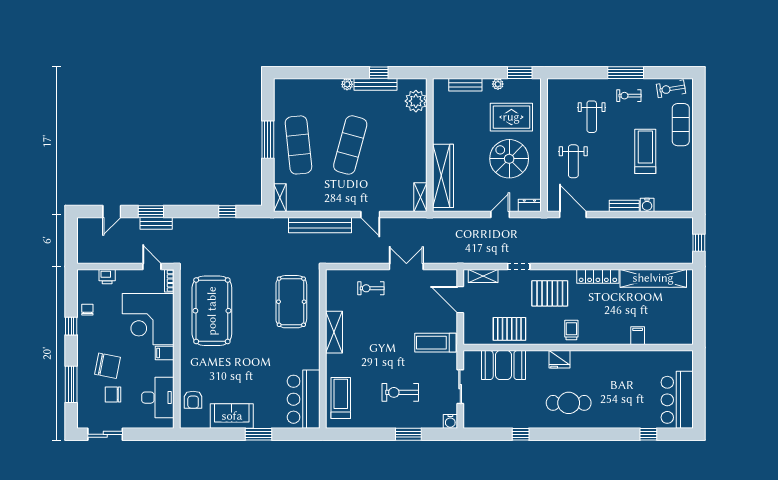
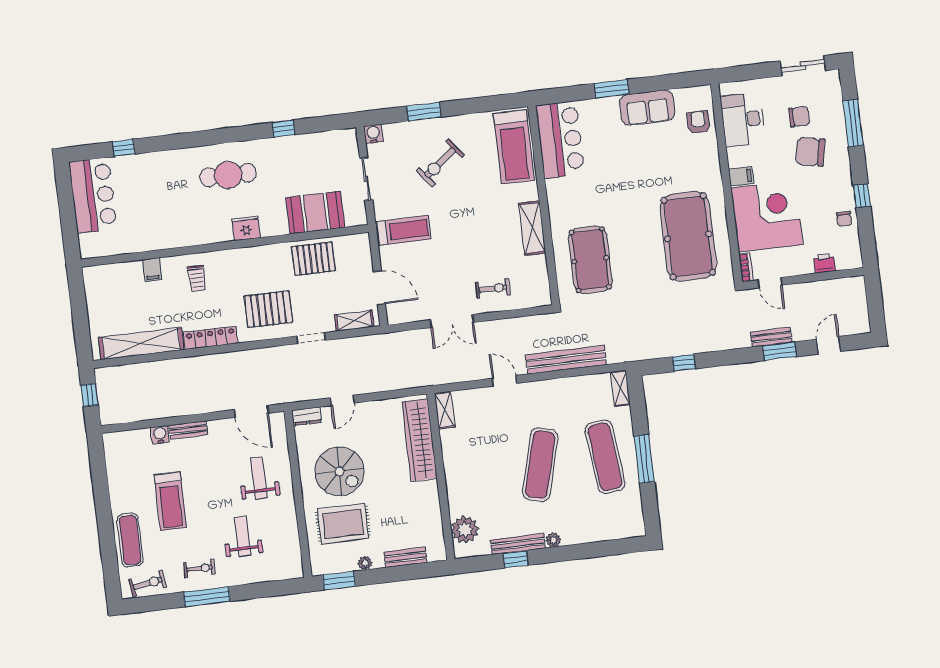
trolley: (571, 330) -> (197, 278), moved
exercise bike: (400, 392) -> (440, 163), turned 142
treadmill: (341, 398) -> (514, 147), width x1.37, depth x1.38

